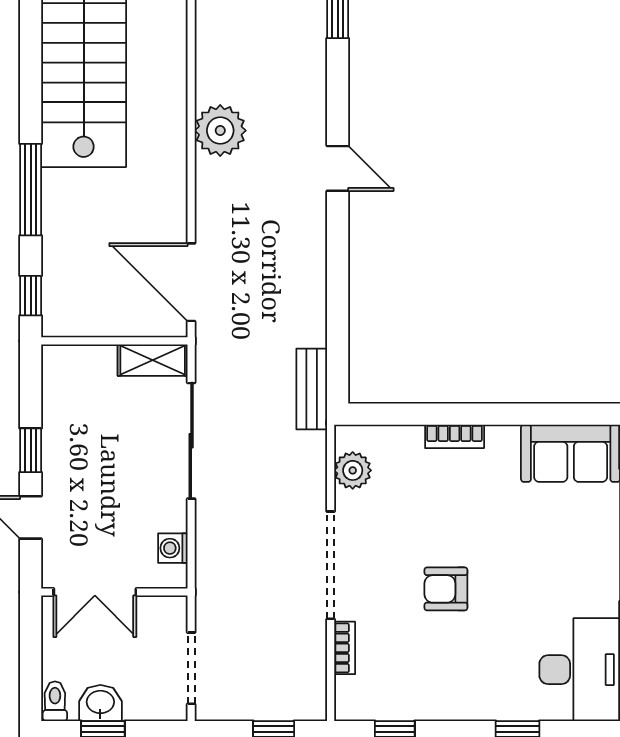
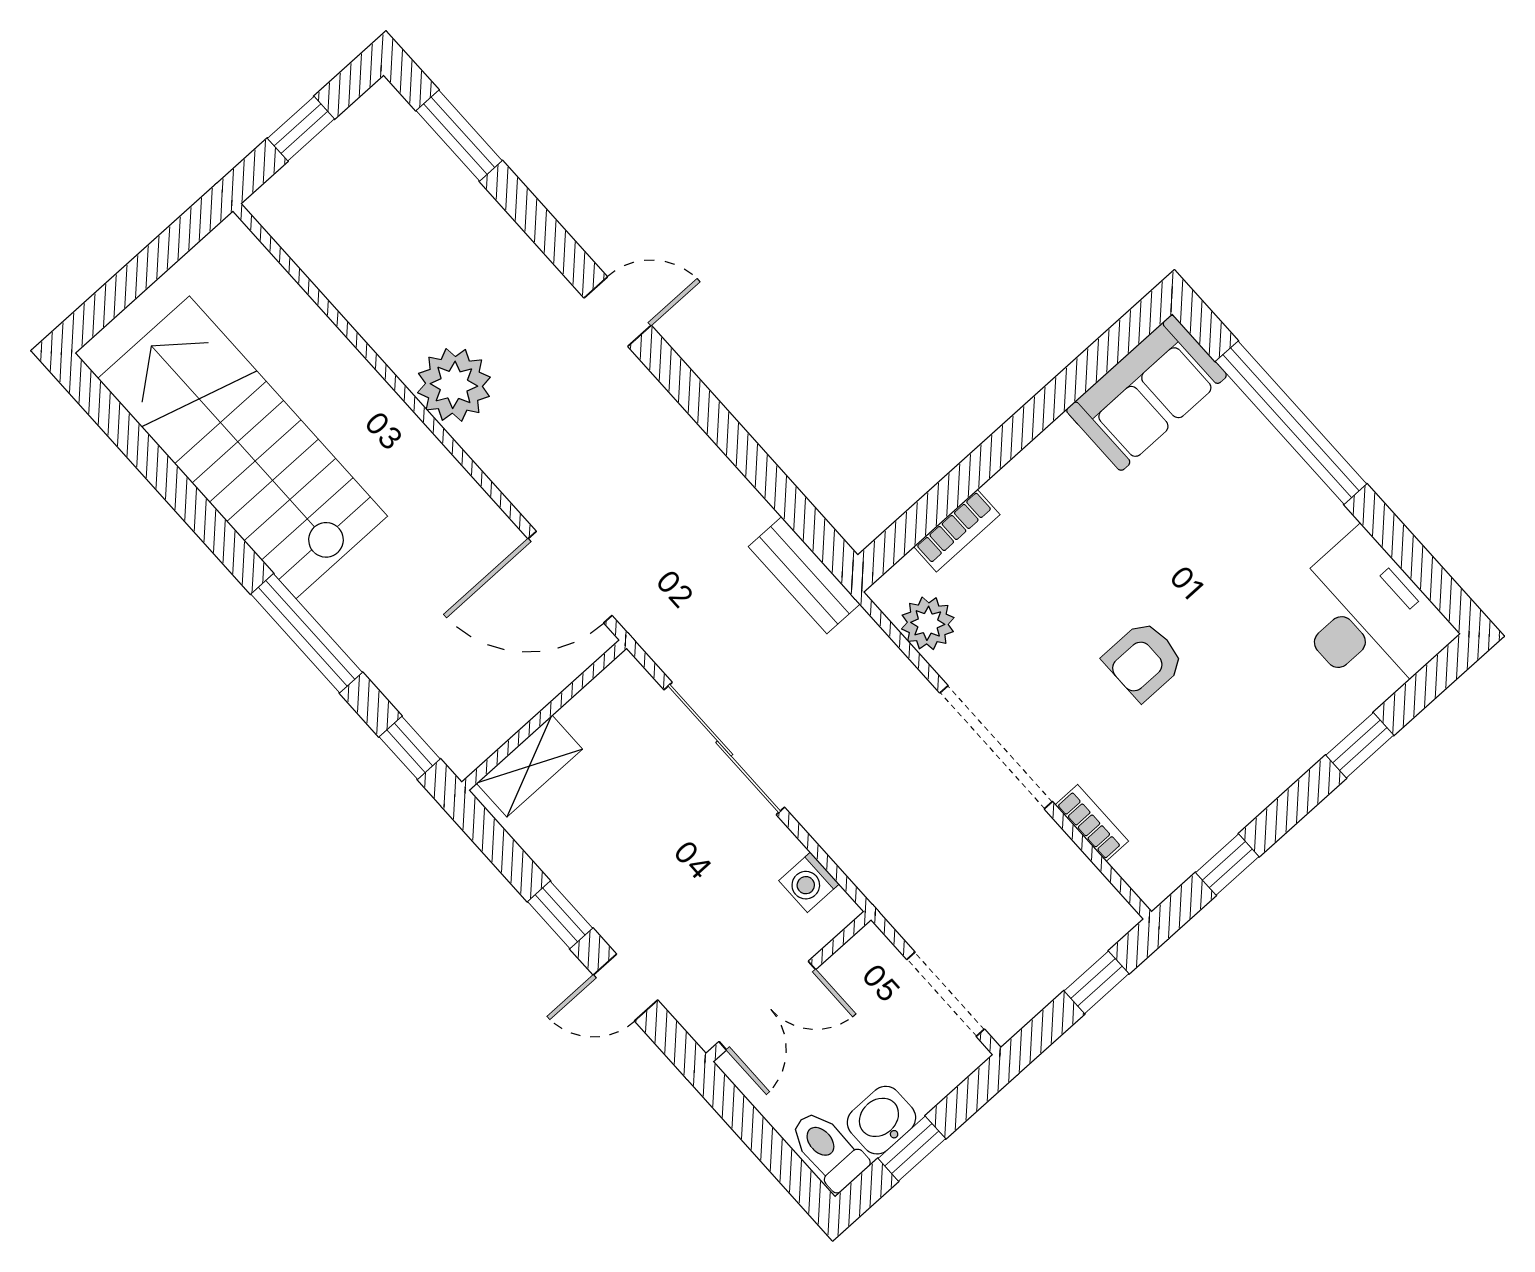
shelving: (153, 360) -> (529, 766), moved
bookcase: (455, 436) -> (957, 531), moved
toilet: (55, 701) -> (828, 1150), width x1.37, depth x1.39

